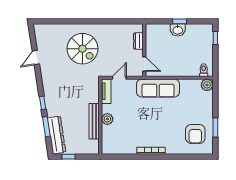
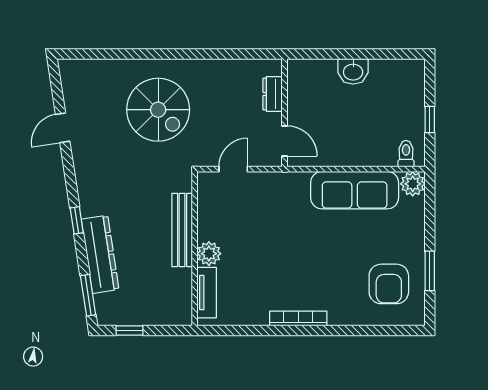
window: (180, 21) -> (357, 54), removed
window: (215, 38) -> (430, 120), moved
sofa: (158, 88) -> (355, 190), moved
tv unit: (106, 91) -> (207, 293), moved
bench: (94, 121) -> (182, 230), moved
window: (46, 127) -> (88, 295), moved
dresser: (56, 135) -> (100, 254), moved

